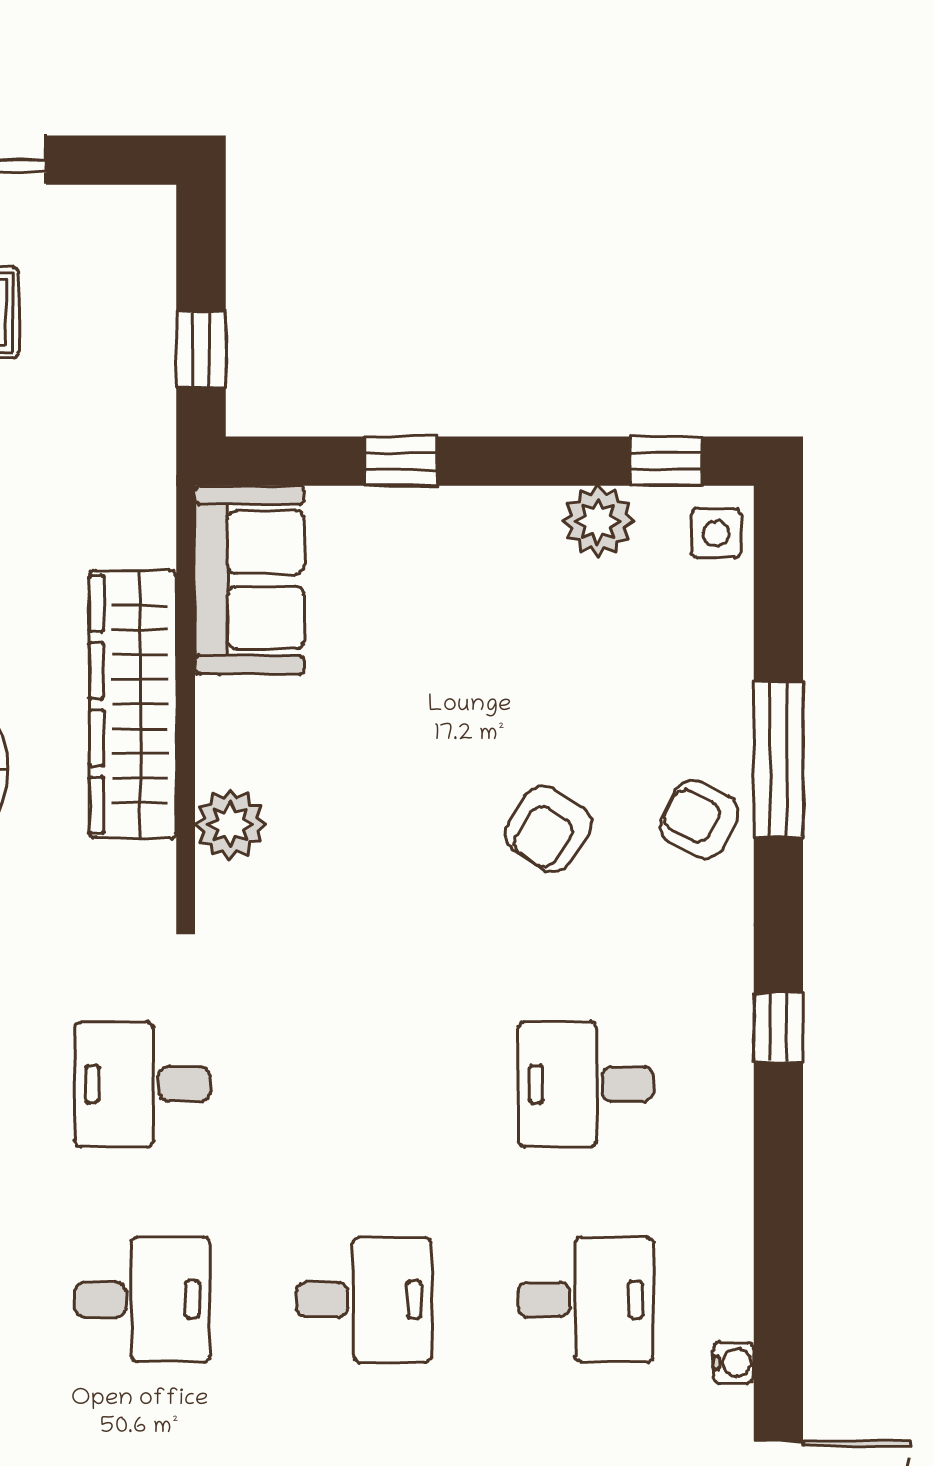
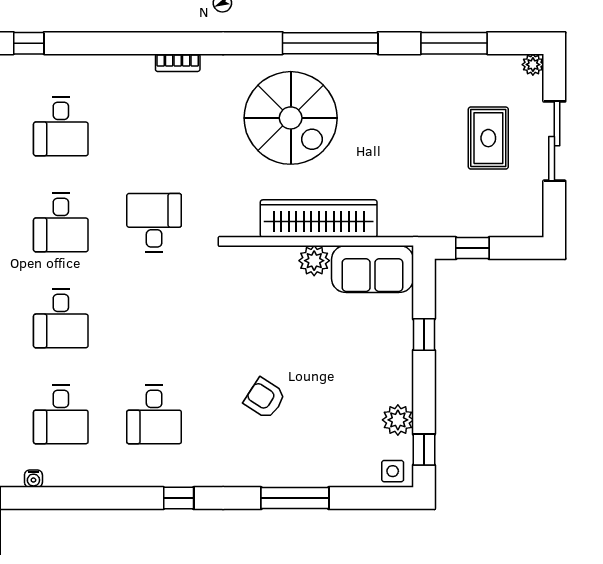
armchair: (699, 819) -> (269, 464), removed
plant: (230, 824) -> (314, 261), moved
desk: (586, 1084) -> (154, 415), turned 180

